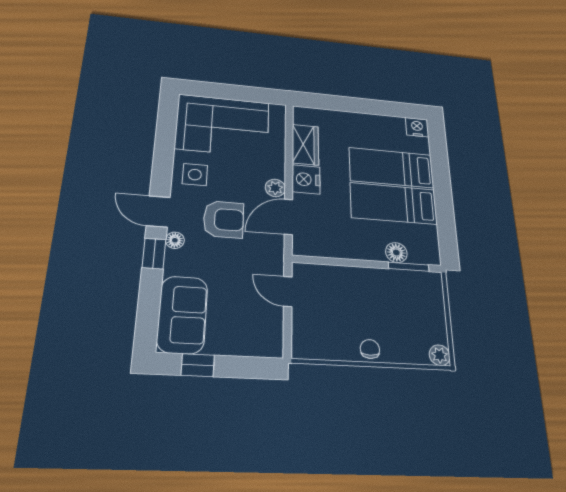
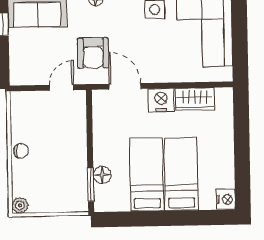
plant: (275, 188) -> (150, 75), removed
armchair: (224, 219) -> (93, 53), moved

